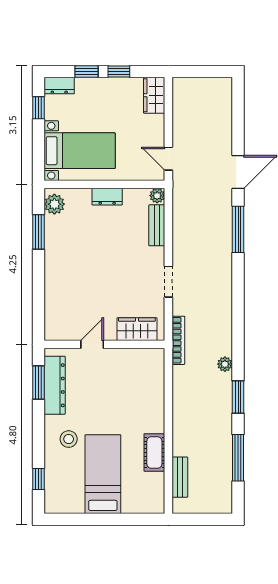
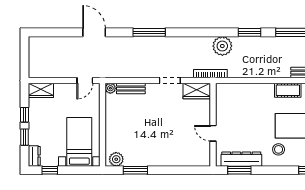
dresser: (107, 197) -> (111, 123), removed
window: (238, 229) -> (149, 32), moved
wardrobe: (137, 329) -> (197, 91), moved, turned -90
plant: (225, 364) -> (222, 46), width x1.88, depth x1.88

